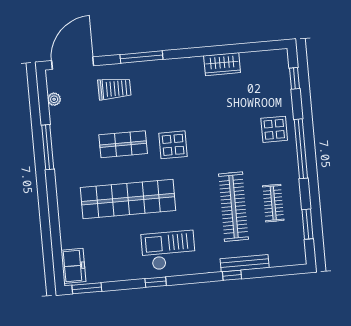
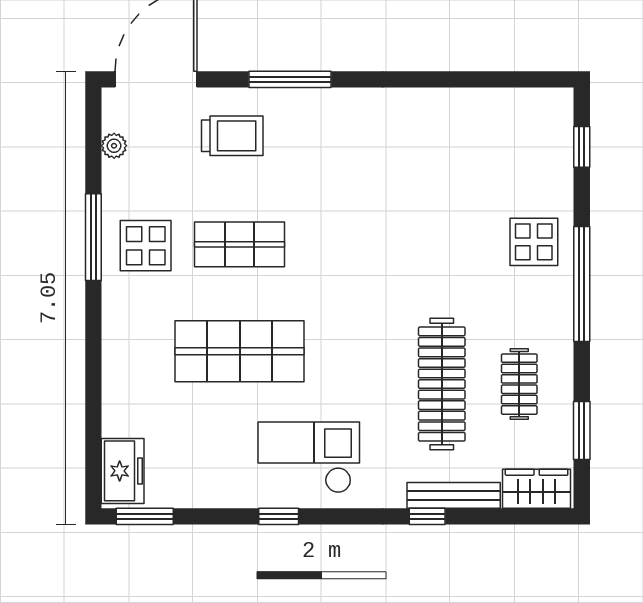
wardrobe: (222, 64) -> (537, 489), moved, turned 180
display table: (173, 145) -> (146, 246), moved
shop shelf: (128, 199) -> (240, 351), width x0.71

